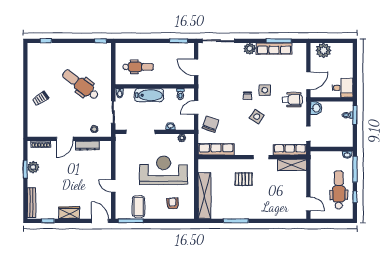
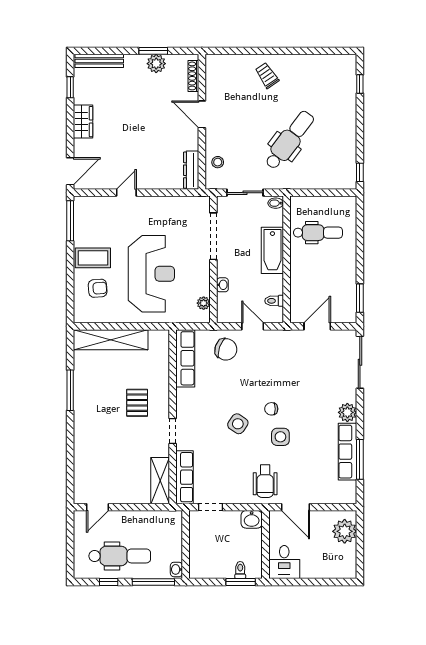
dental chair: (138, 67) -> (318, 233), turned -90
dresser: (87, 146) -> (191, 170), moved
coffee table: (139, 206) -> (93, 258), moved

